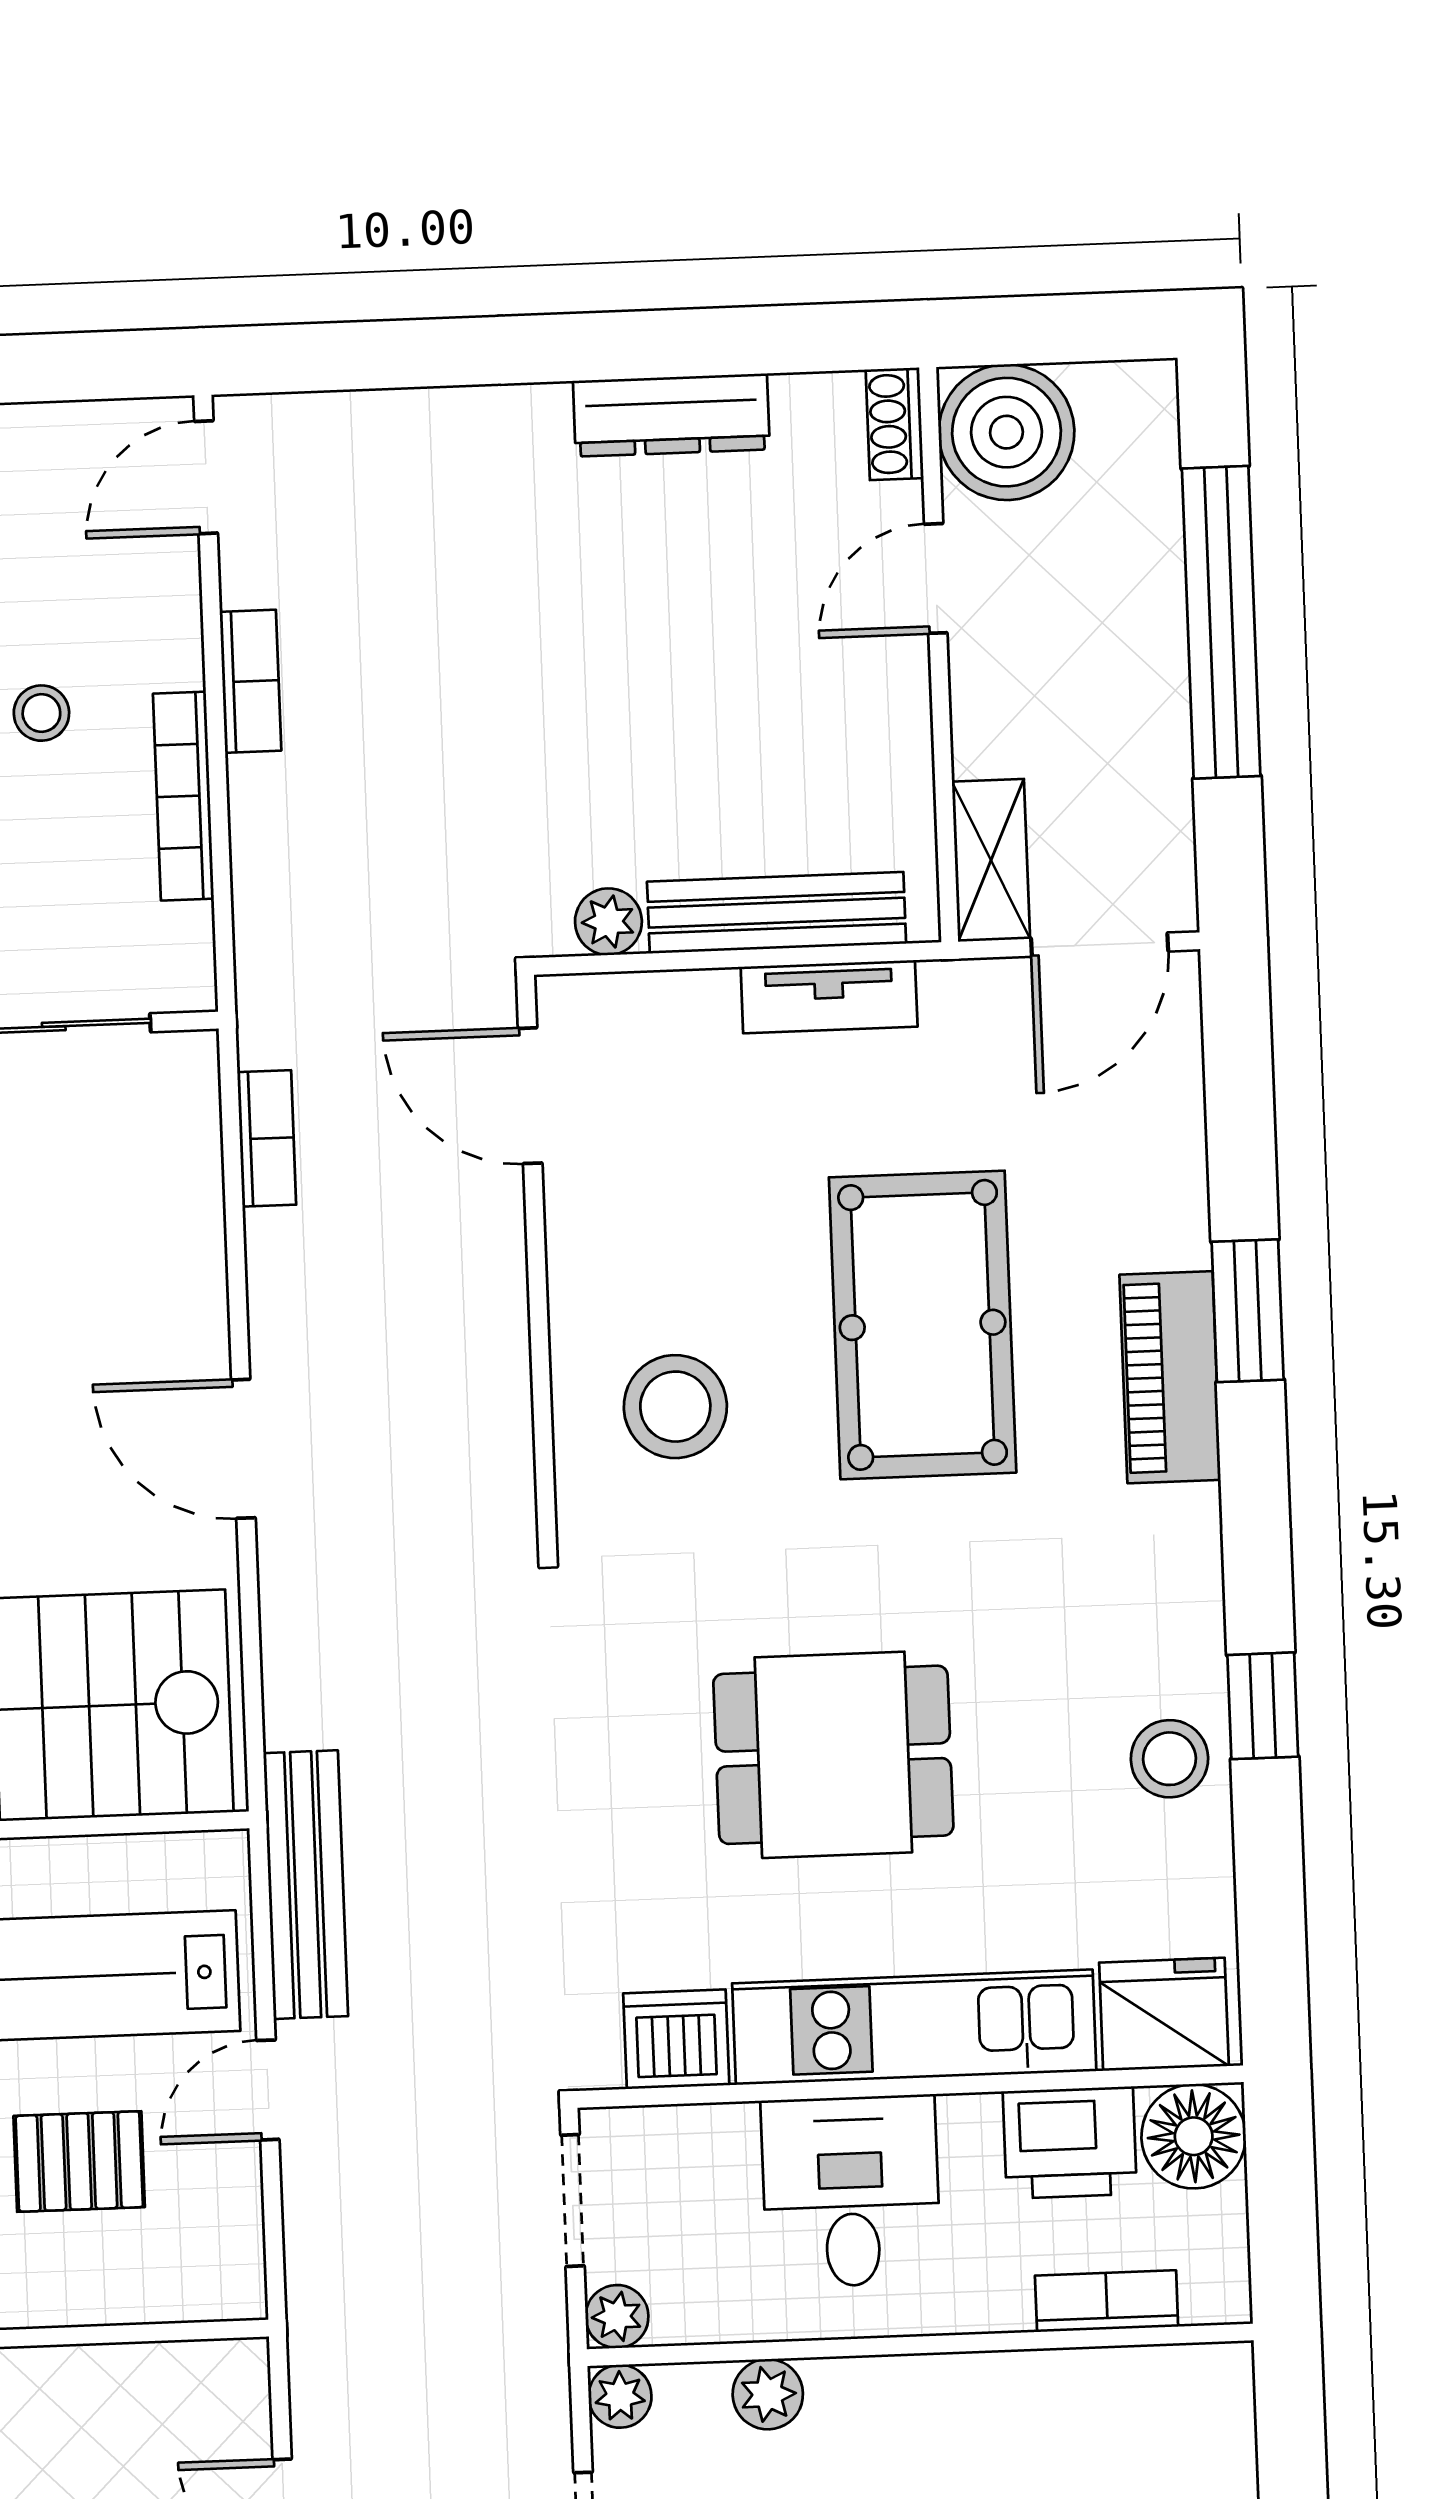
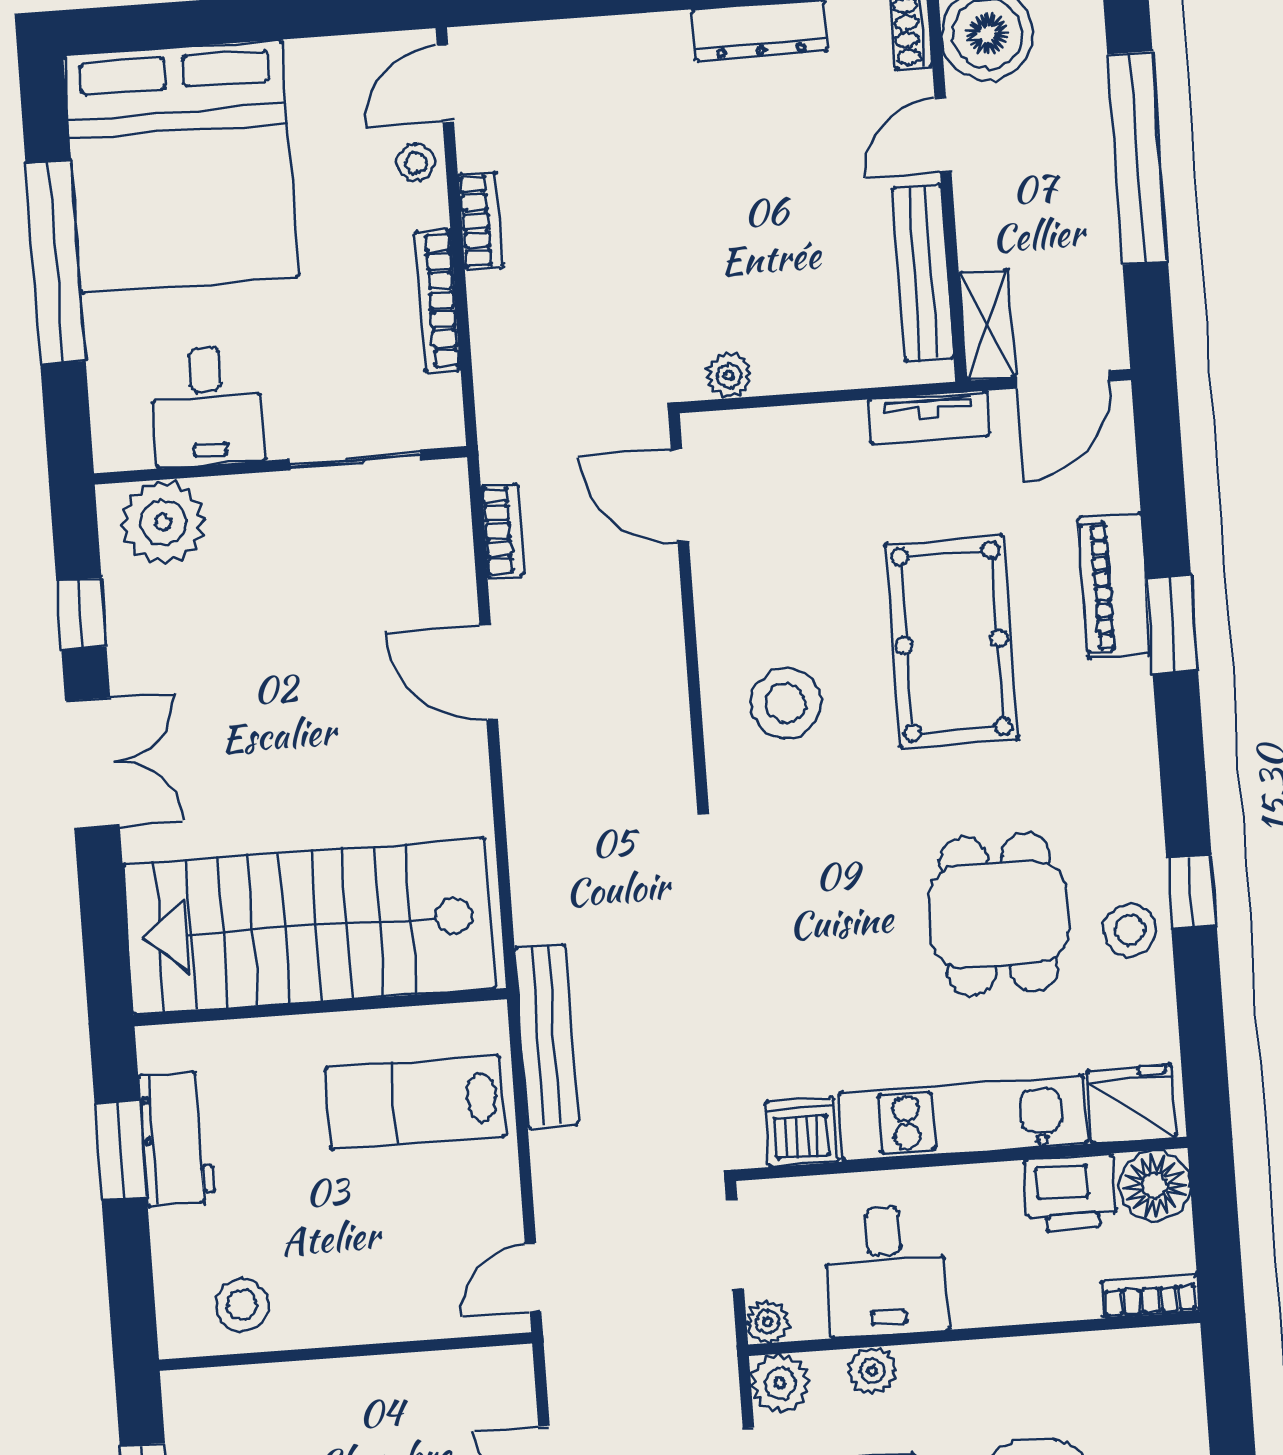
stool: (41, 713) -> (416, 162), moved
bench: (777, 913) -> (923, 273), moved, turned 90
tv unit: (829, 997) -> (929, 418), moved
piano: (1170, 1377) -> (1115, 586), moved
door: (243, 1449) -> (489, 672), moved
dining table: (833, 1755) -> (999, 914), moved, turned 90
door: (268, 2090) -> (533, 1277), moved
pallet: (79, 2161) -> (399, 1229), removed
desk: (851, 2191) -> (886, 1271), moved, turned 180
bookcase: (1107, 2301) -> (1150, 1296), moved
plant: (620, 2396) -> (780, 1383), width x1.38, depth x1.38

